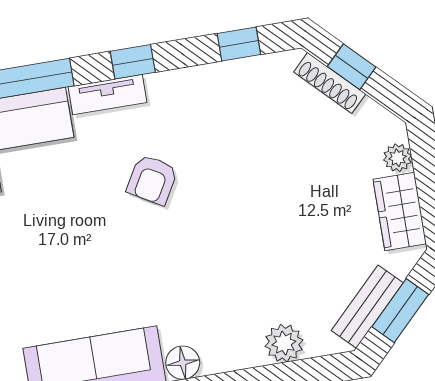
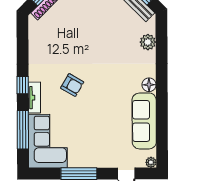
window: (239, 44) -> (23, 40), removed

